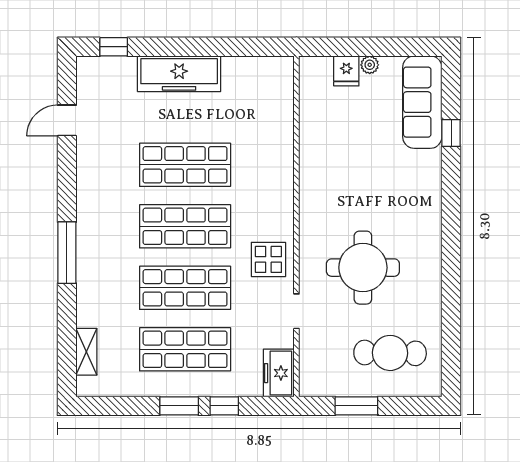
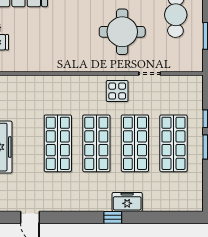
window: (67, 253) -> (113, 217), width x0.46
shelving: (86, 352) -> (175, 205), removed
freezer: (279, 373) -> (127, 202), moved, turned 180

